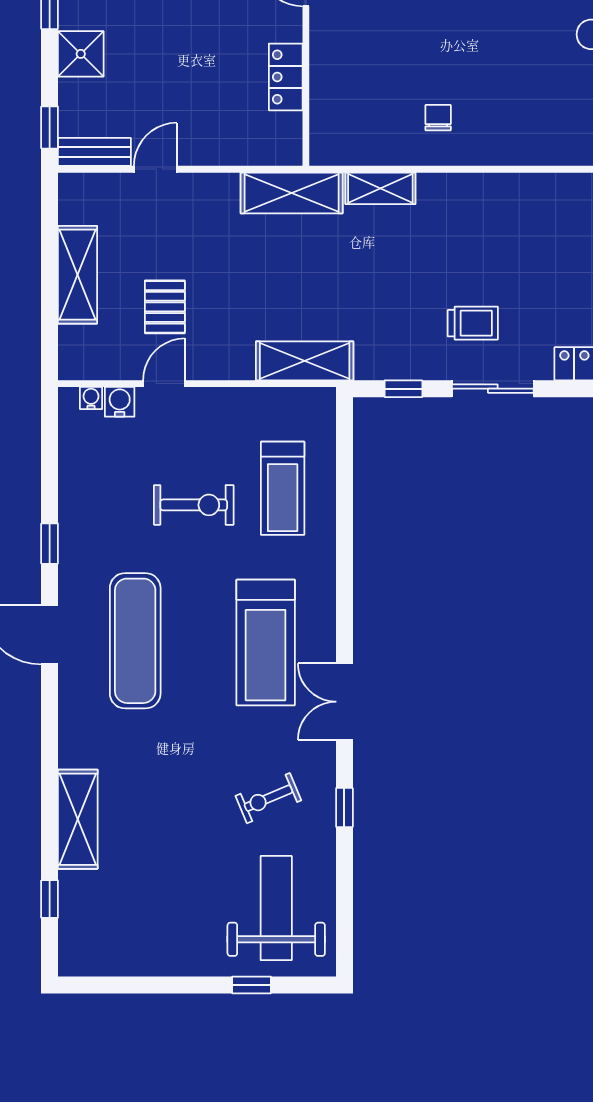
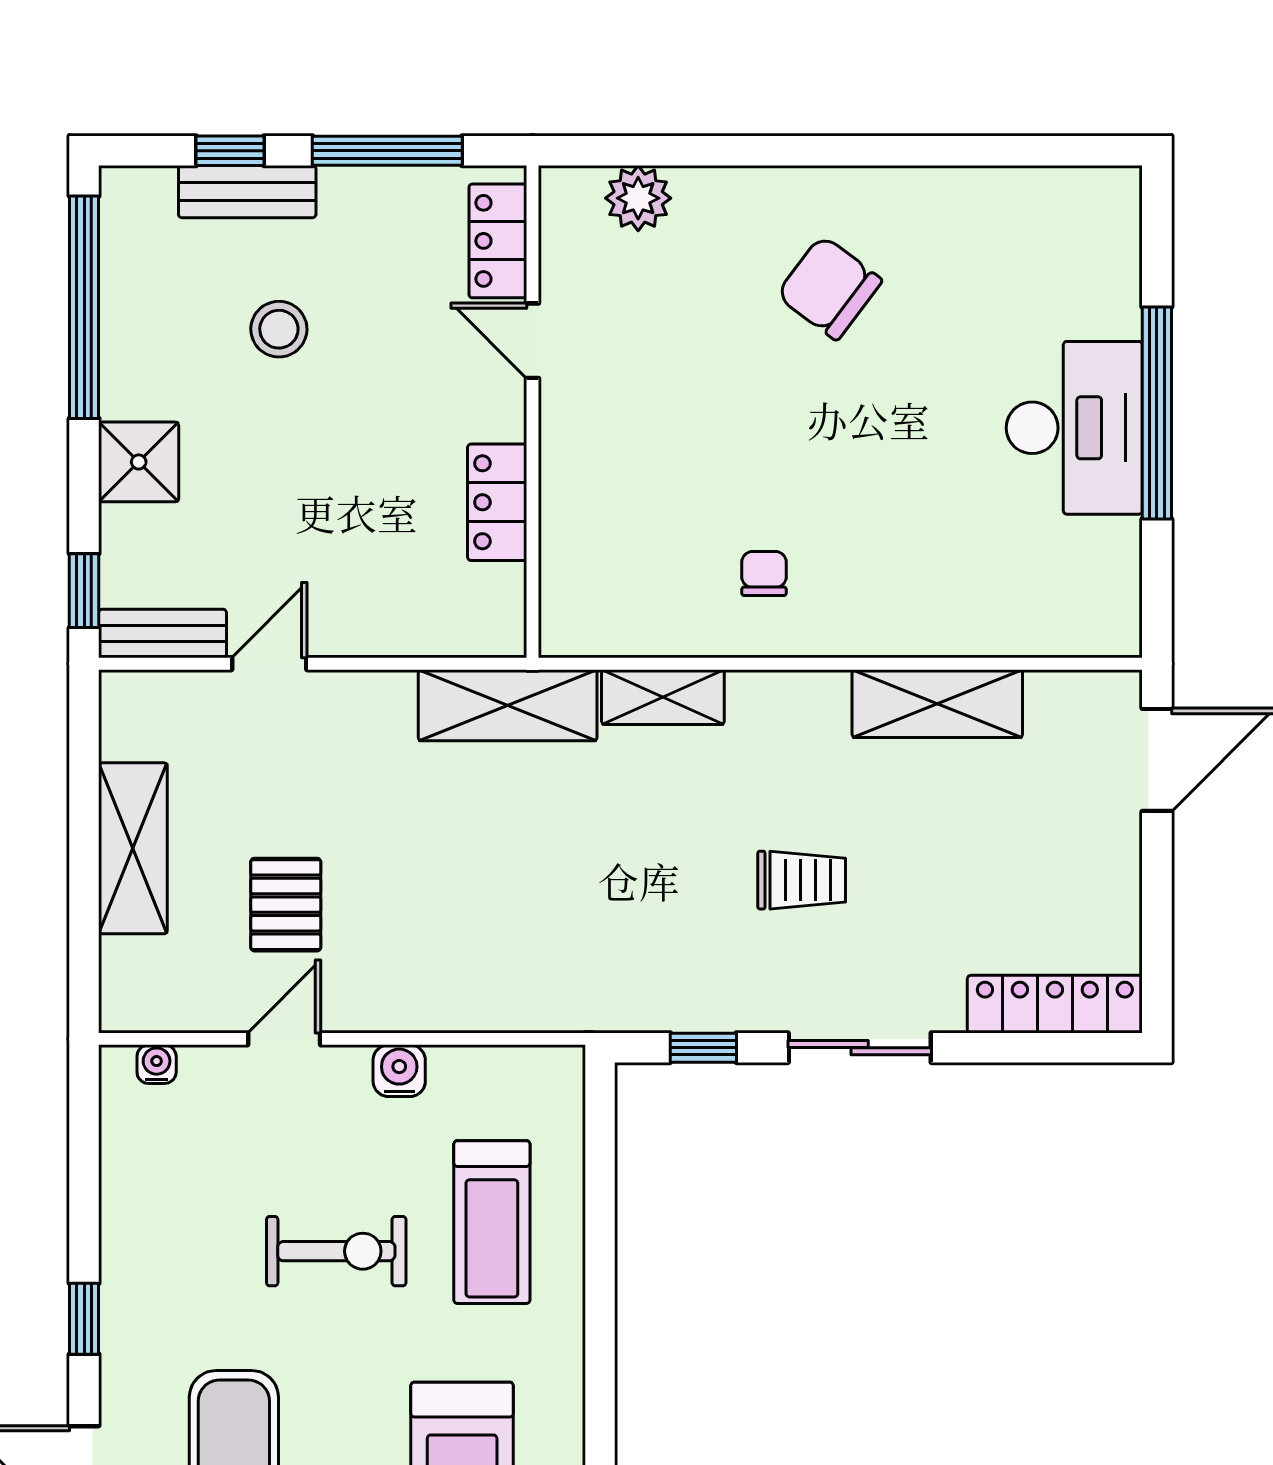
trolley: (473, 323) -> (802, 880), moved
shelving: (305, 361) -> (937, 704), moved
water cooler: (120, 402) -> (399, 1071), moved

